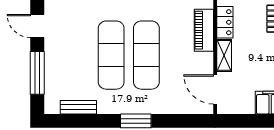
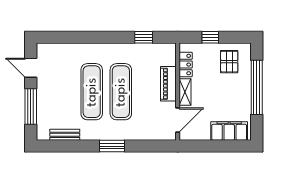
piano: (204, 30) -> (168, 84), moved
door: (215, 89) -> (178, 120), swing flipped

